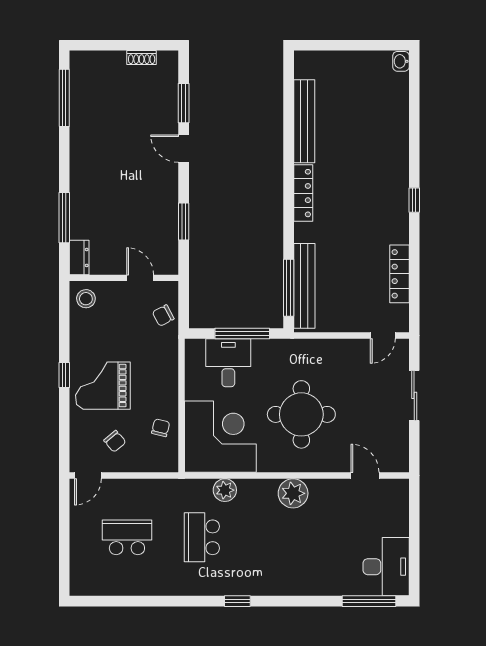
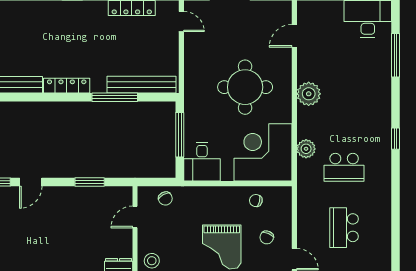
window: (289, 288) -> (115, 97), moved
desk: (228, 363) -> (202, 162), moved, turned -90
chair: (115, 441) -> (267, 237), turned 153
window: (369, 601) -> (396, 55), moved

